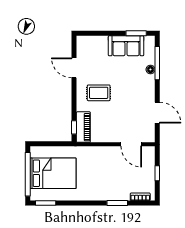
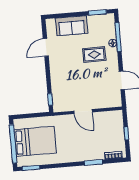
sofa: (126, 46) -> (72, 26), moved
door: (74, 68) -> (46, 47), hinge flipped
rug: (99, 93) -> (94, 55), moved
piano: (83, 127) -> (58, 99), removed
door: (131, 144) -> (83, 112), moved

